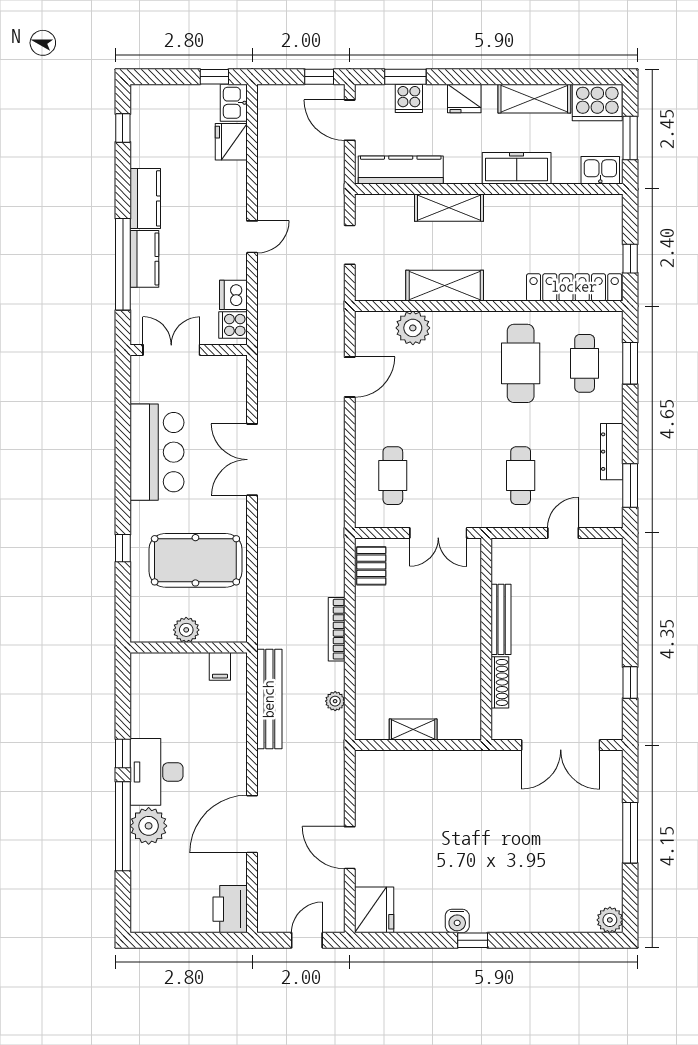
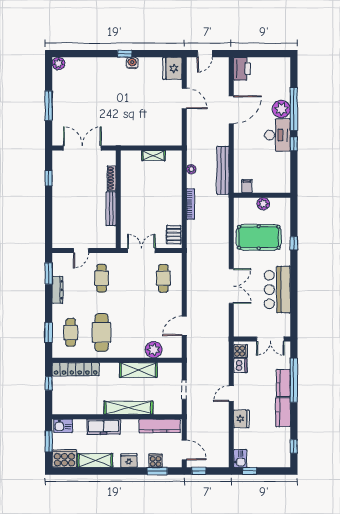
fridge: (231, 142) -> (241, 419), moved
shelving: (449, 208) -> (128, 408), width x1.47

